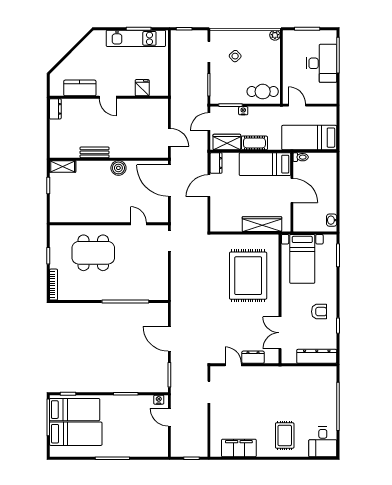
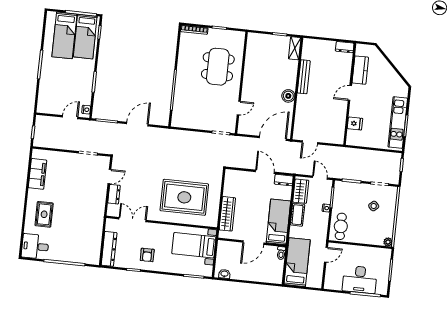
bench: (95, 152) -> (304, 77), width x1.36
rug: (285, 435) -> (44, 214), turned 90

